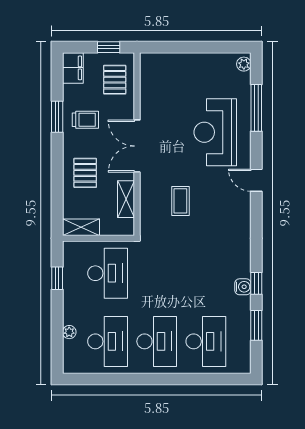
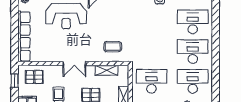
row of seats: (182, 62) -> (24, 36), added
double door: (137, 146) -> (74, 64), width x0.73
coffee table: (180, 201) -> (113, 47), moved

